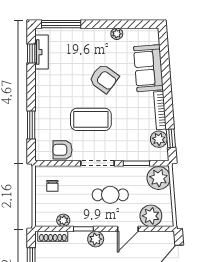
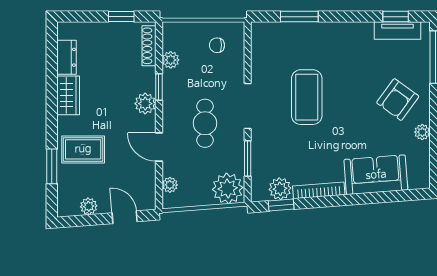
armchair: (104, 79) -> (398, 100), moved
armchair: (62, 150) -> (266, 59), removed
plant: (151, 216) -> (170, 185), width x0.53, depth x0.53

